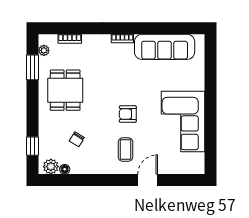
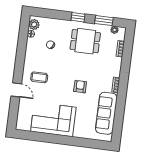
armchair: (128, 114) -> (80, 87), moved
window: (32, 146) -> (78, 17), moved

